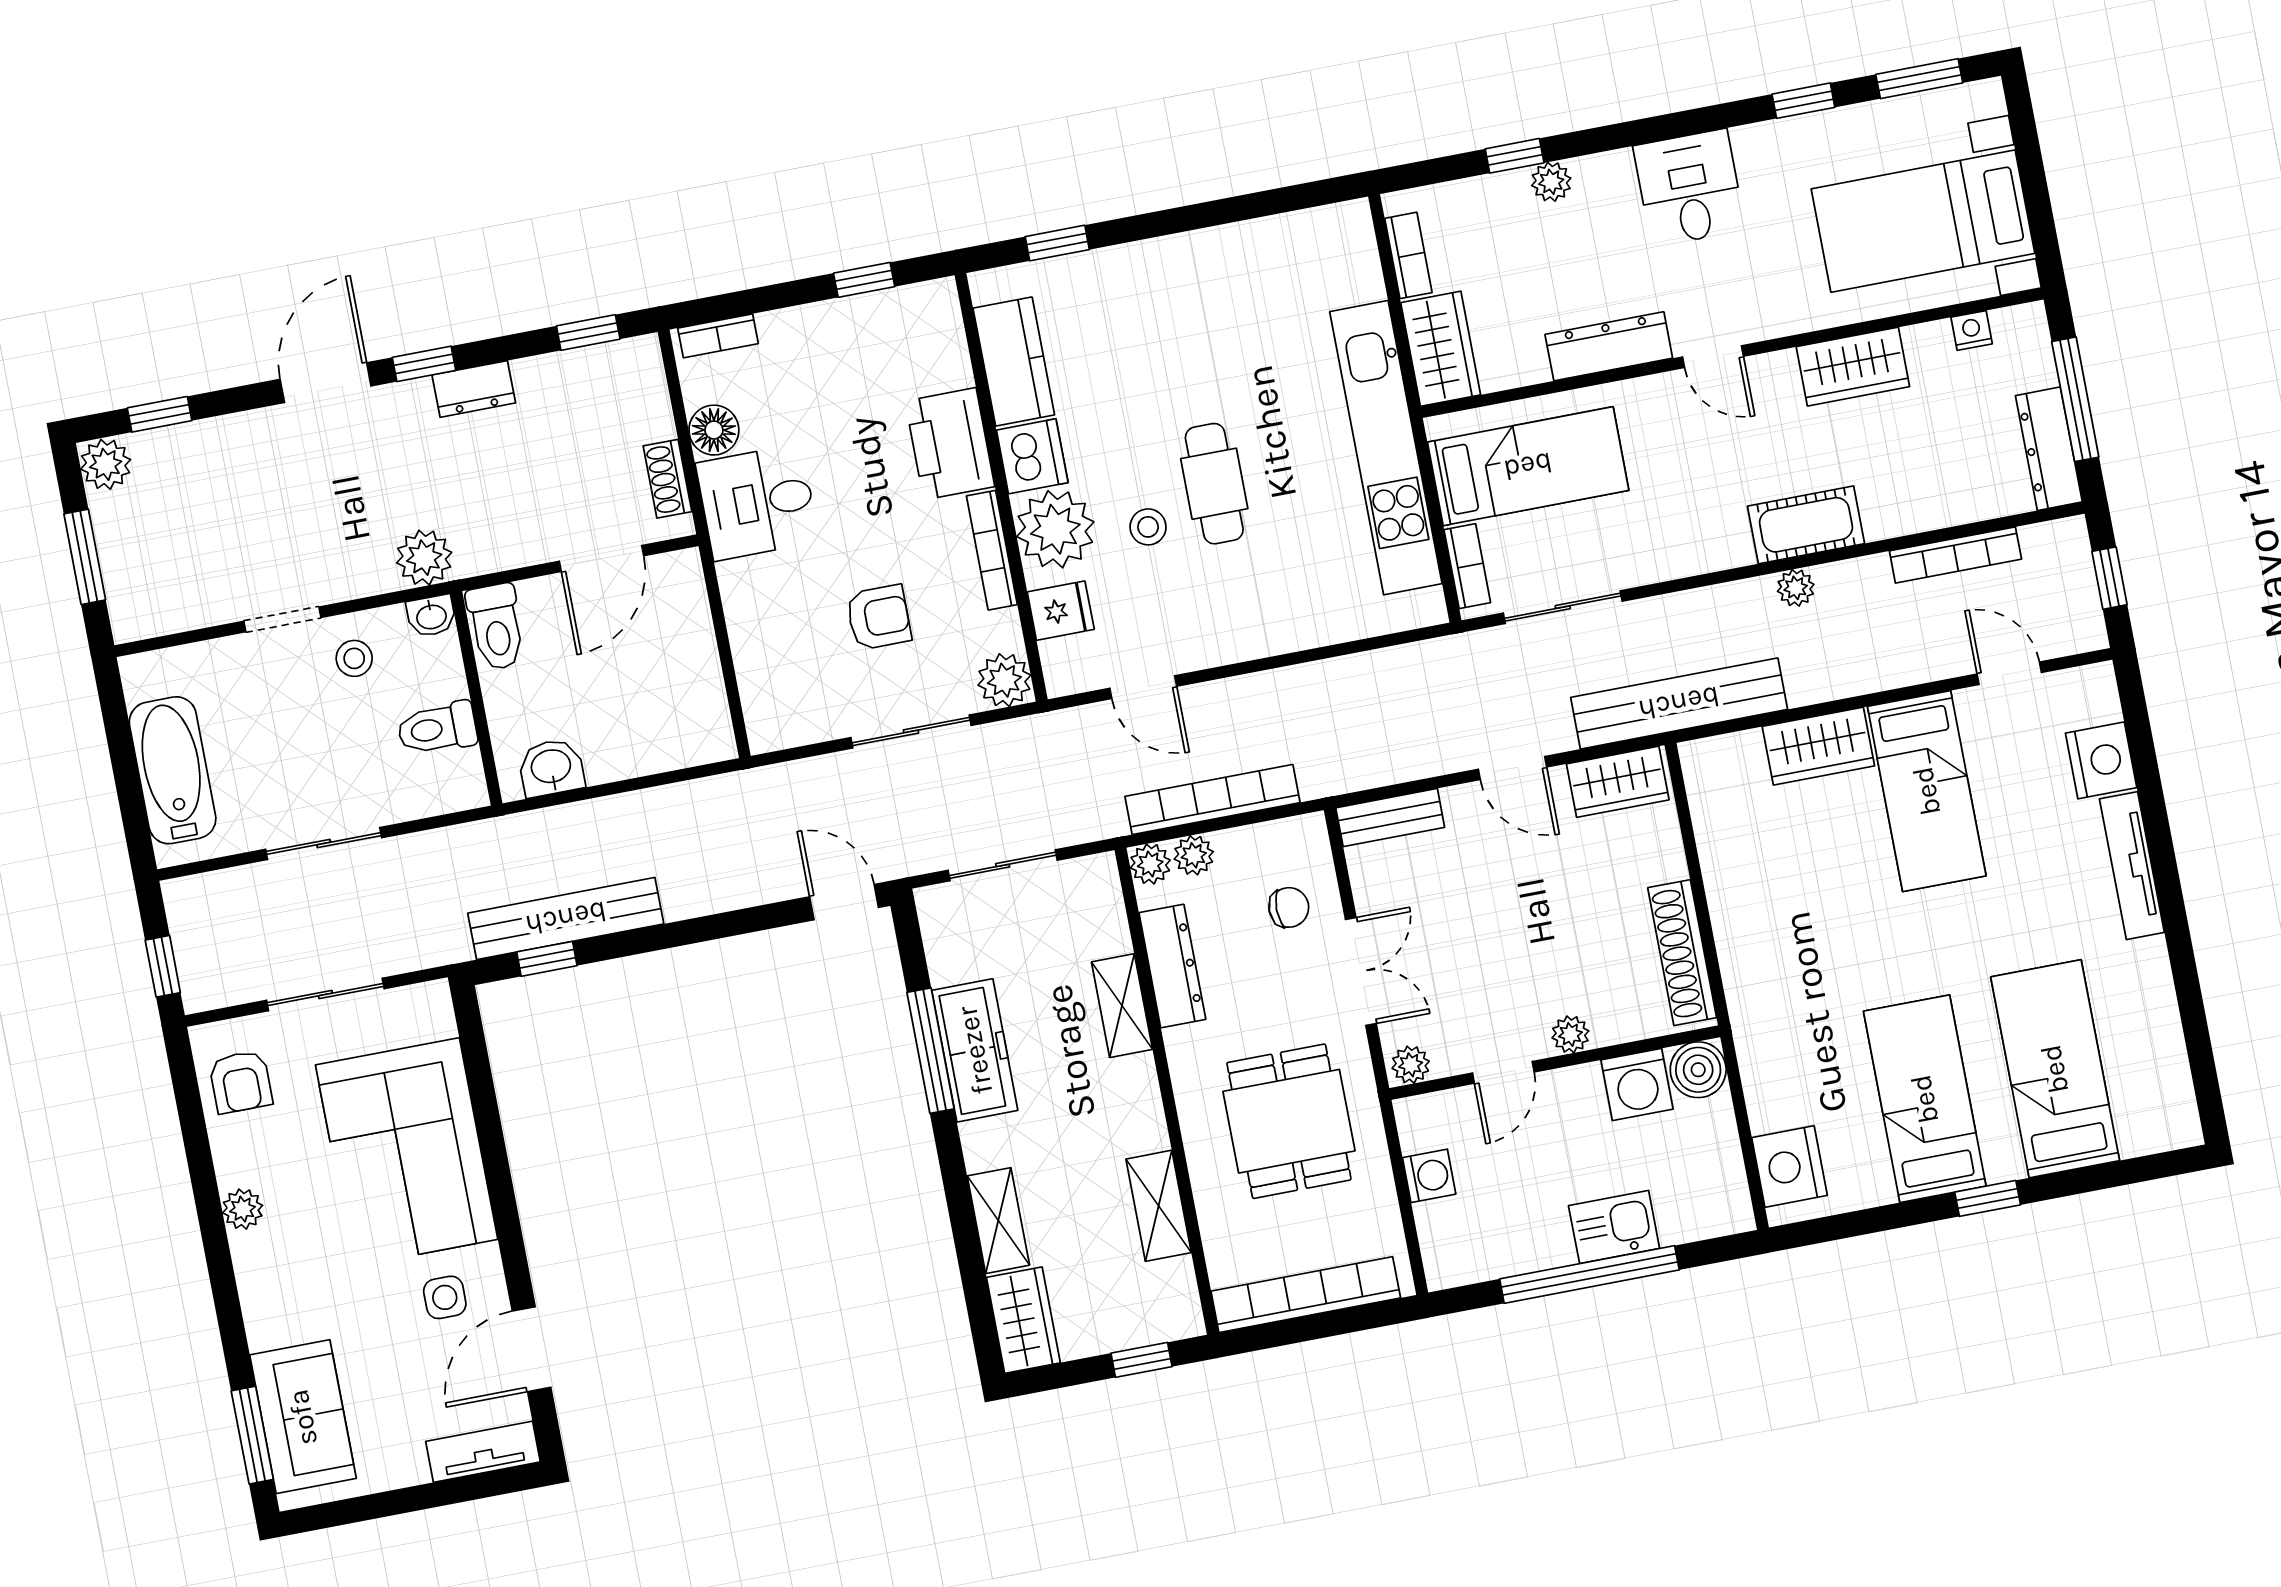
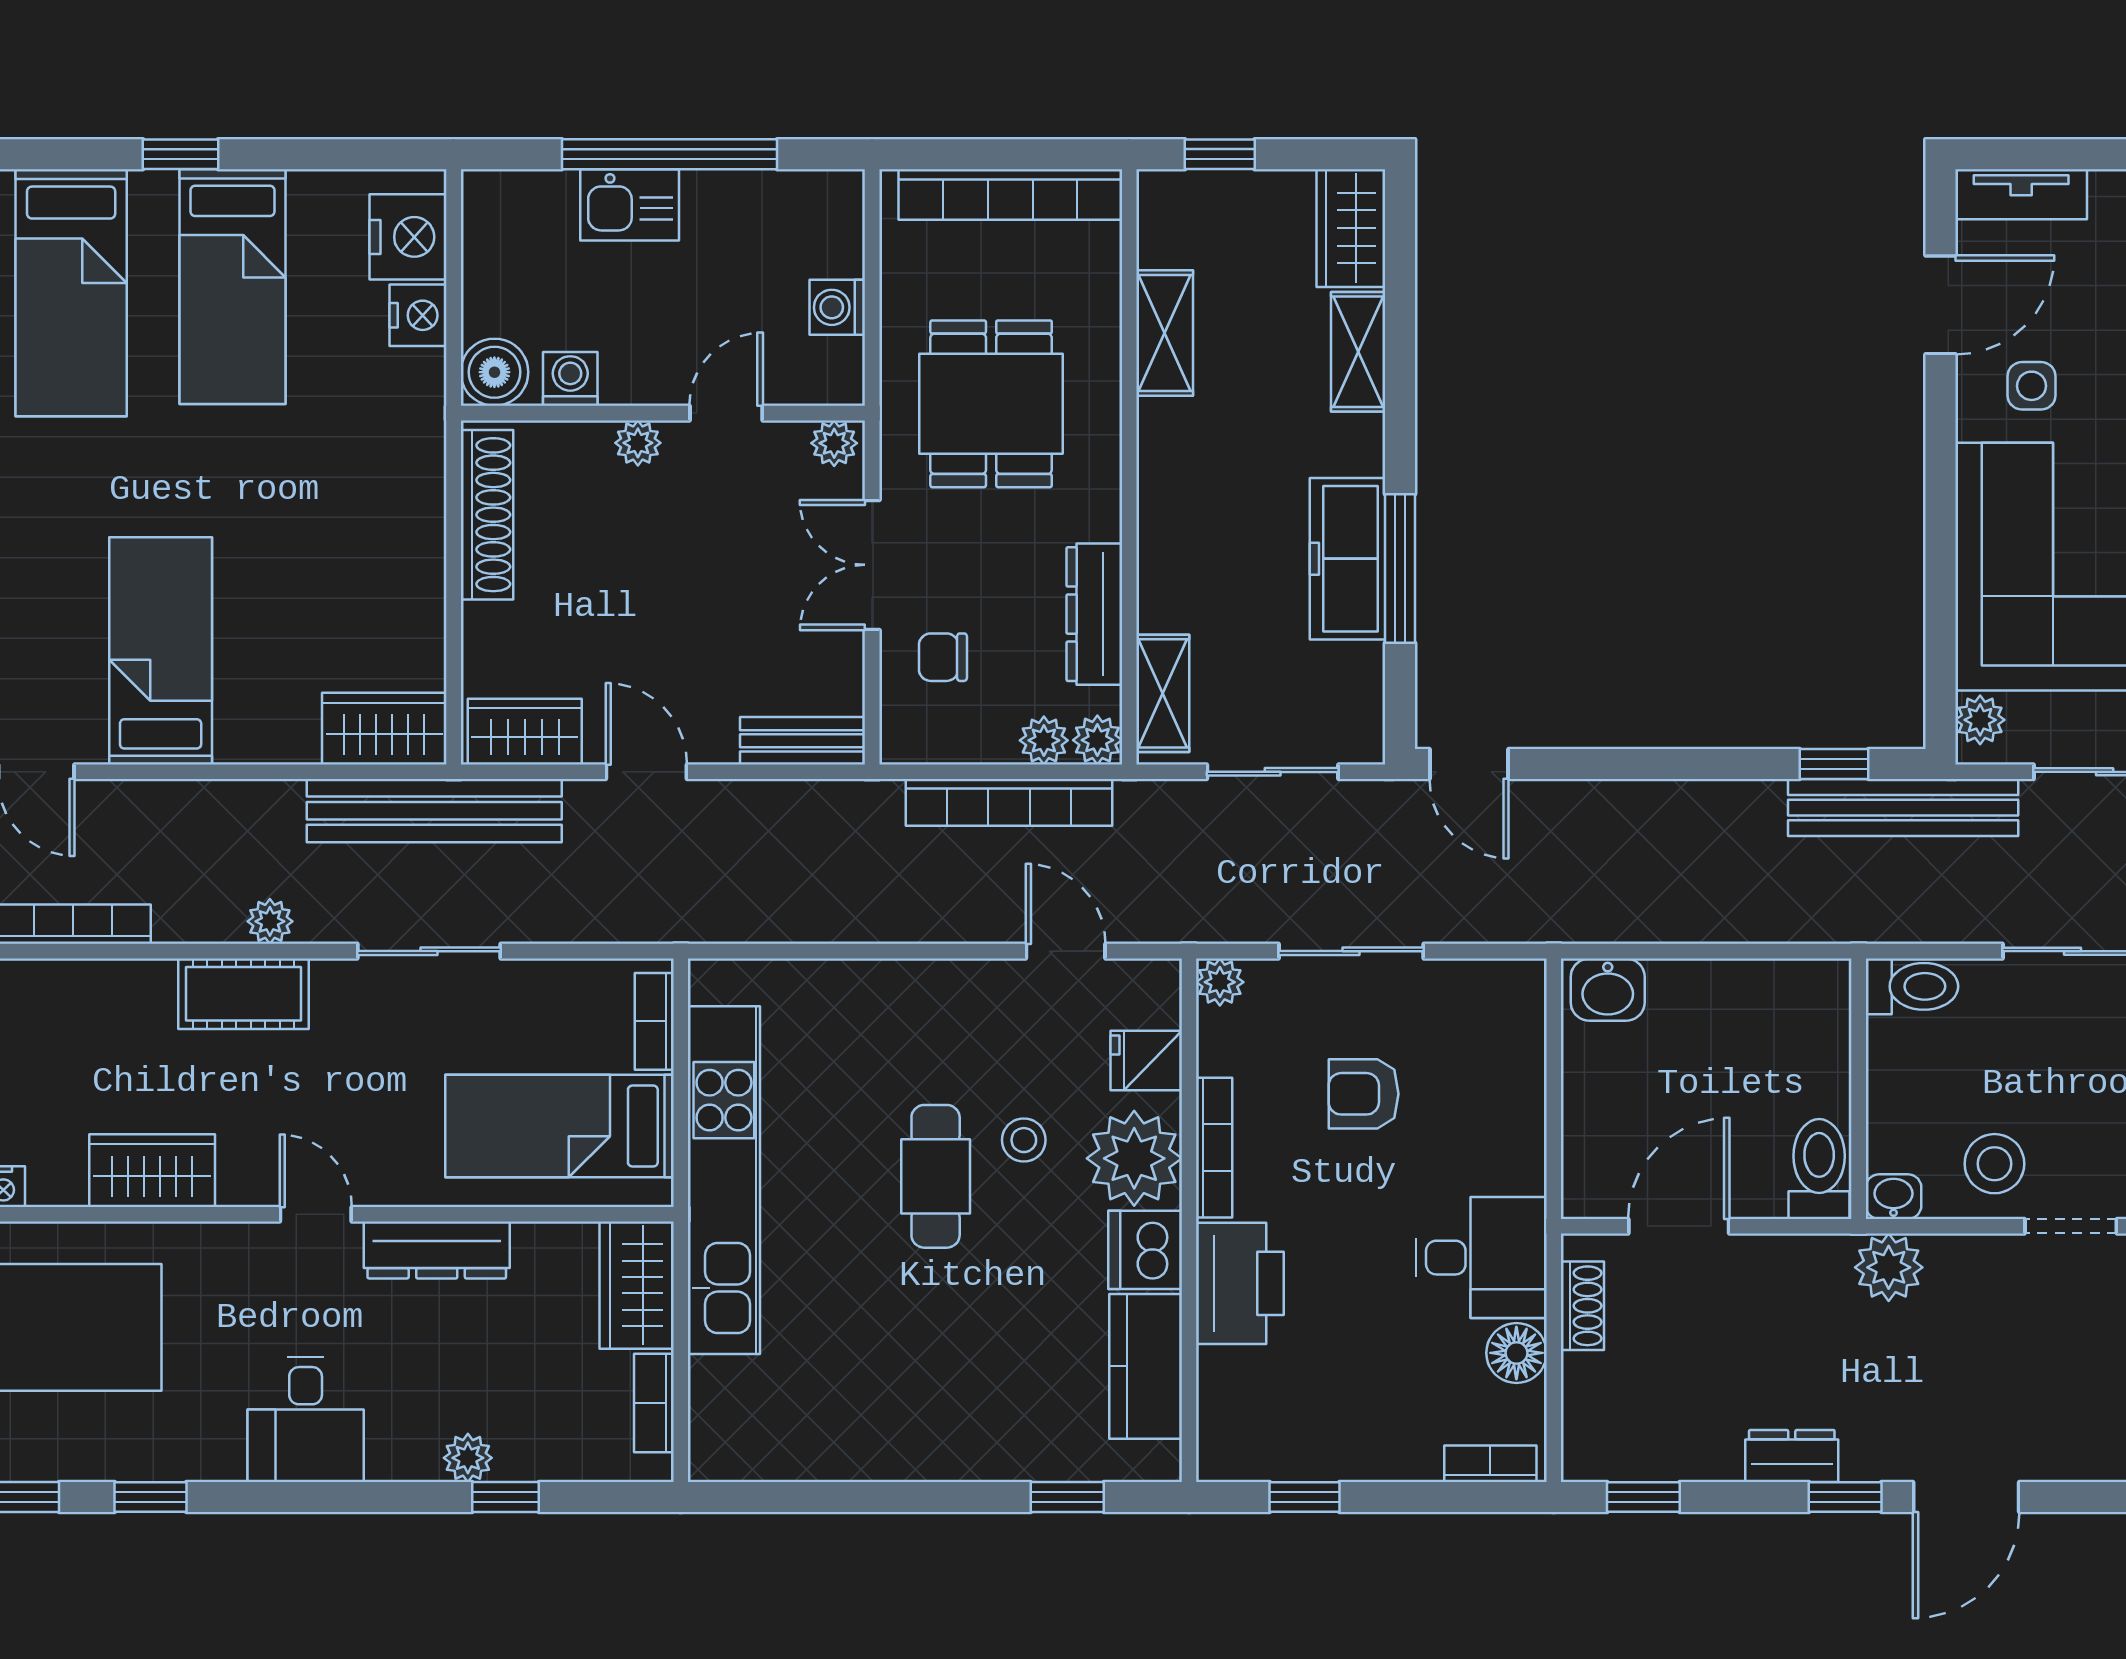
sliding door: (1563, 607) -> (429, 951), moved
stool: (354, 658) -> (1994, 1164), width x1.37, depth x1.37
plant: (1004, 680) -> (1220, 982), width x0.73, depth x0.73
toilet: (437, 728) -> (1912, 986), moved
wardrobe: (1818, 746) -> (384, 729), moved
washbasin: (551, 768) -> (1608, 990), moved
bench: (566, 918) -> (1903, 808), moved
shelving: (1122, 1006) -> (1163, 693), moved
plant: (435, 1017) -> (1980, 720), added
washing machine: (1637, 1084) -> (570, 379), width x0.73, depth x0.73
nightstand: (1769, 1104) -> (418, 315), added

